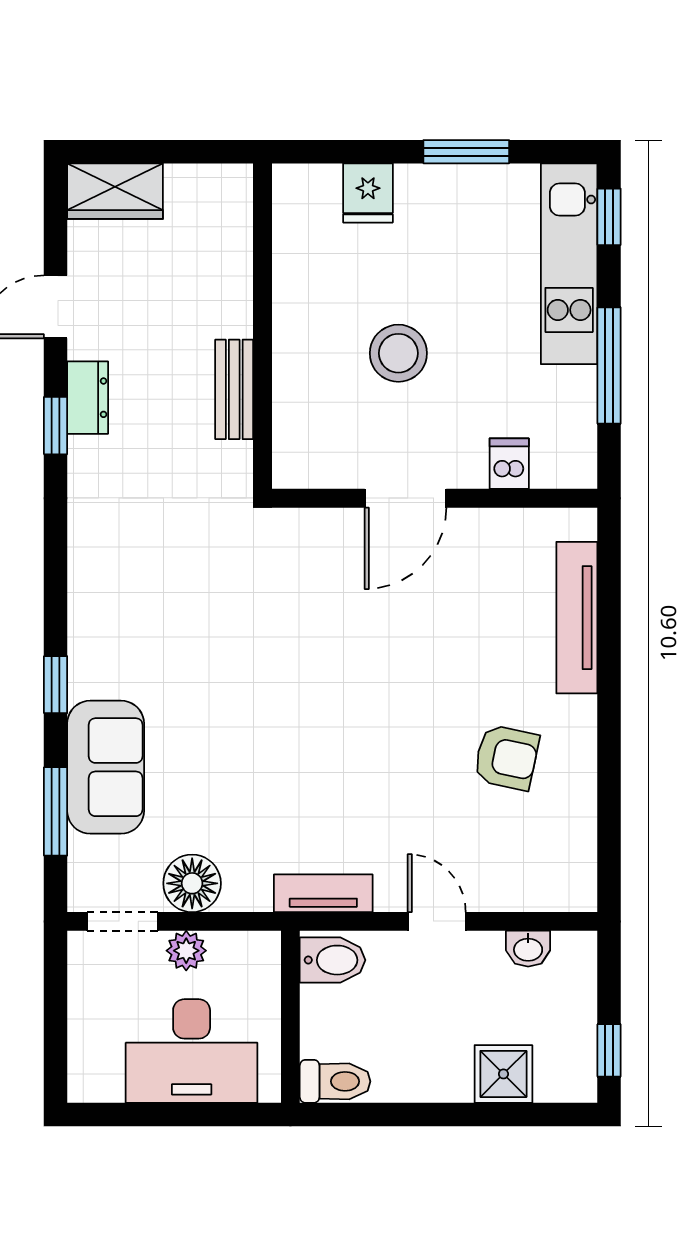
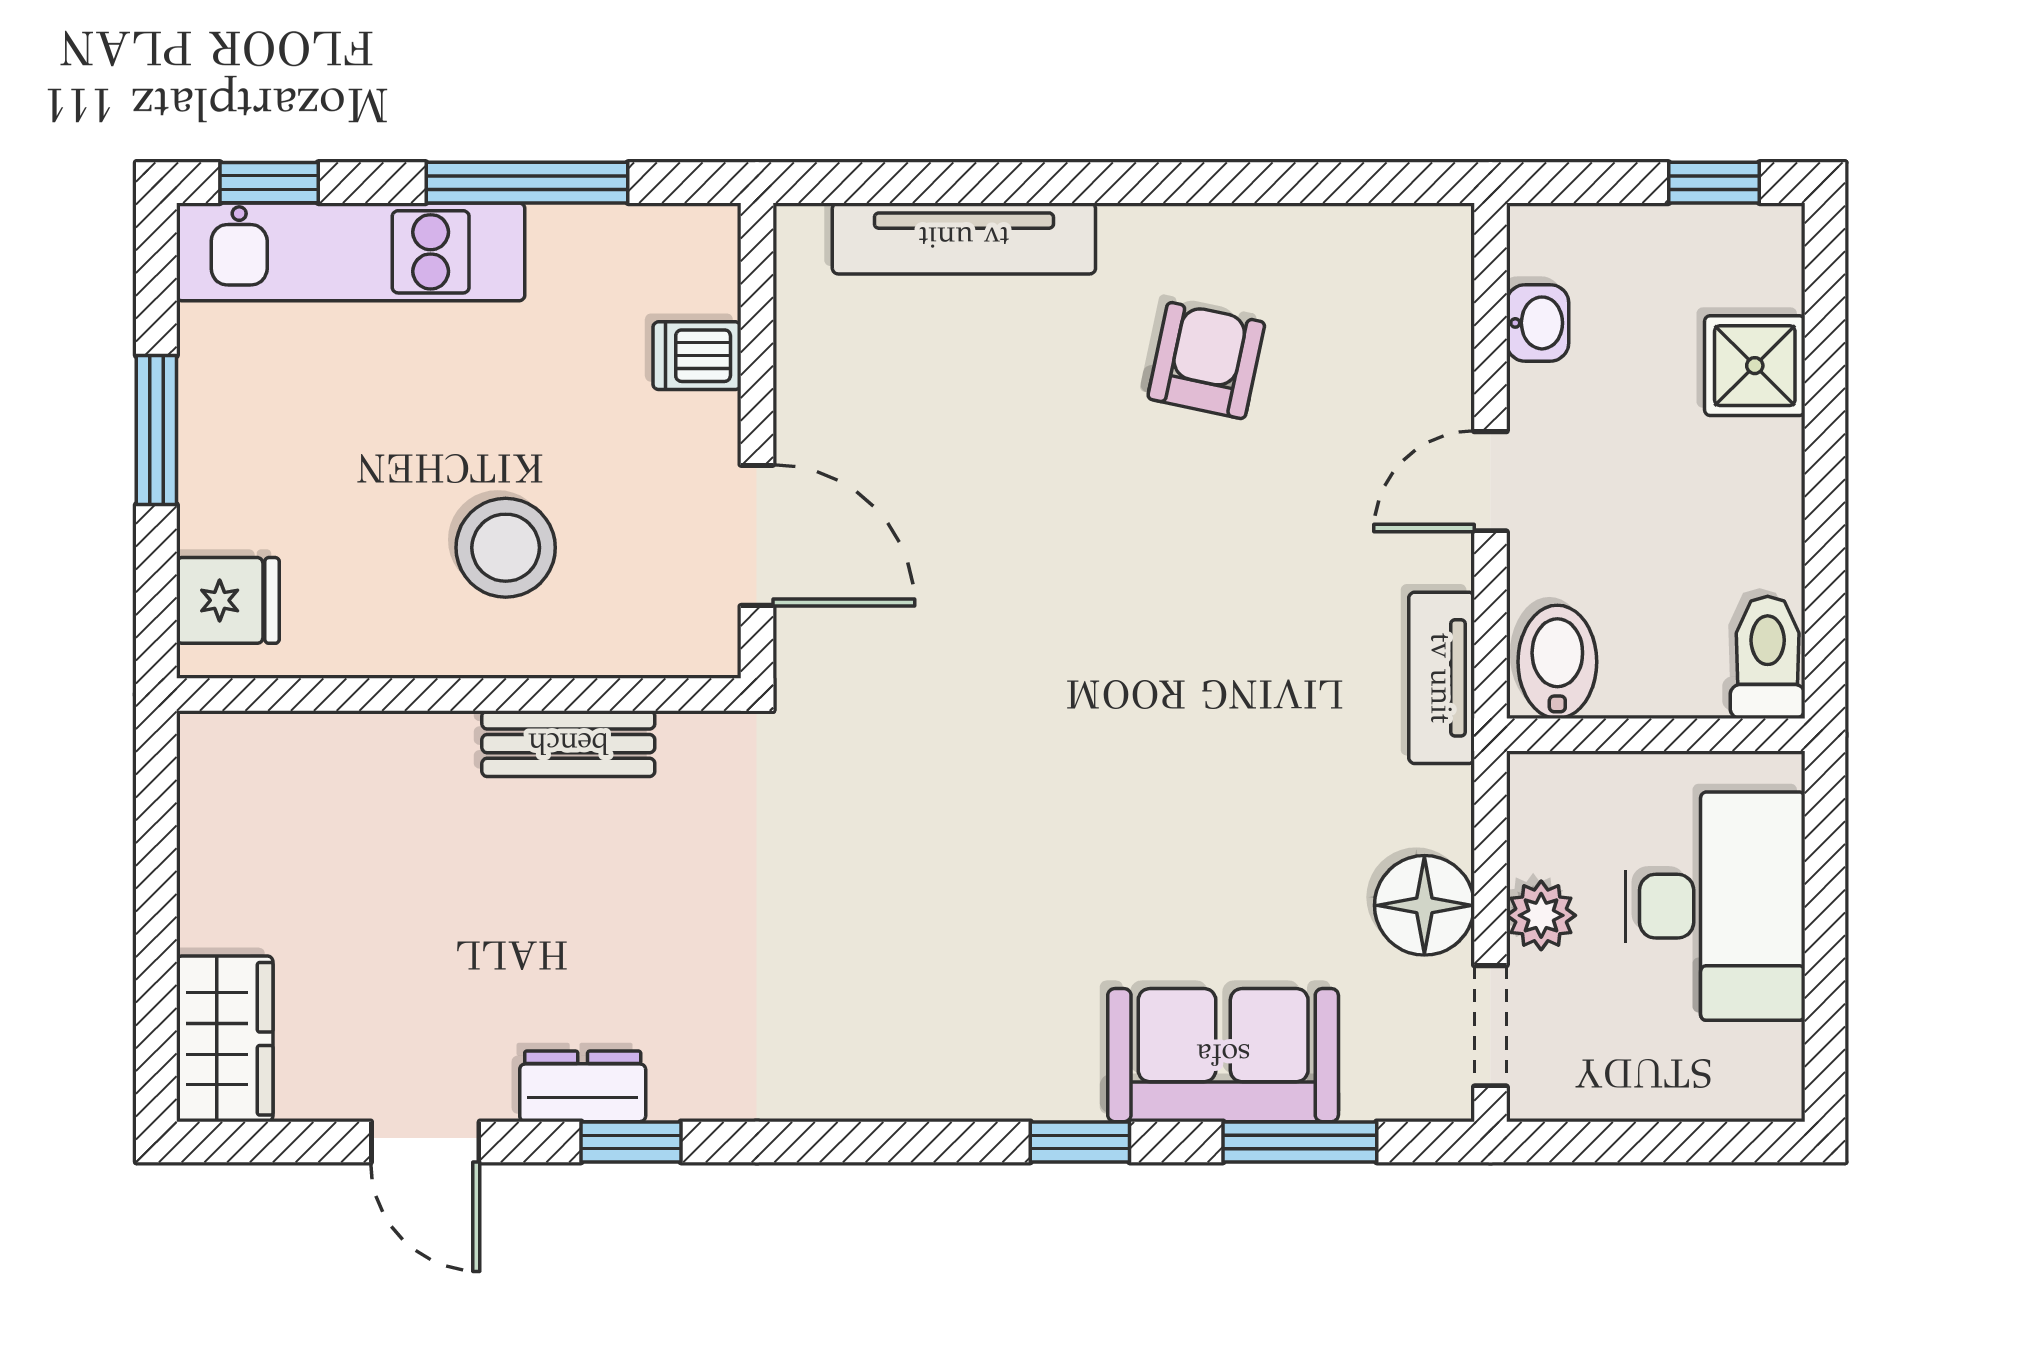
wall: (263, 326) -> (459, 695), moved
bench: (234, 389) -> (568, 744), moved

